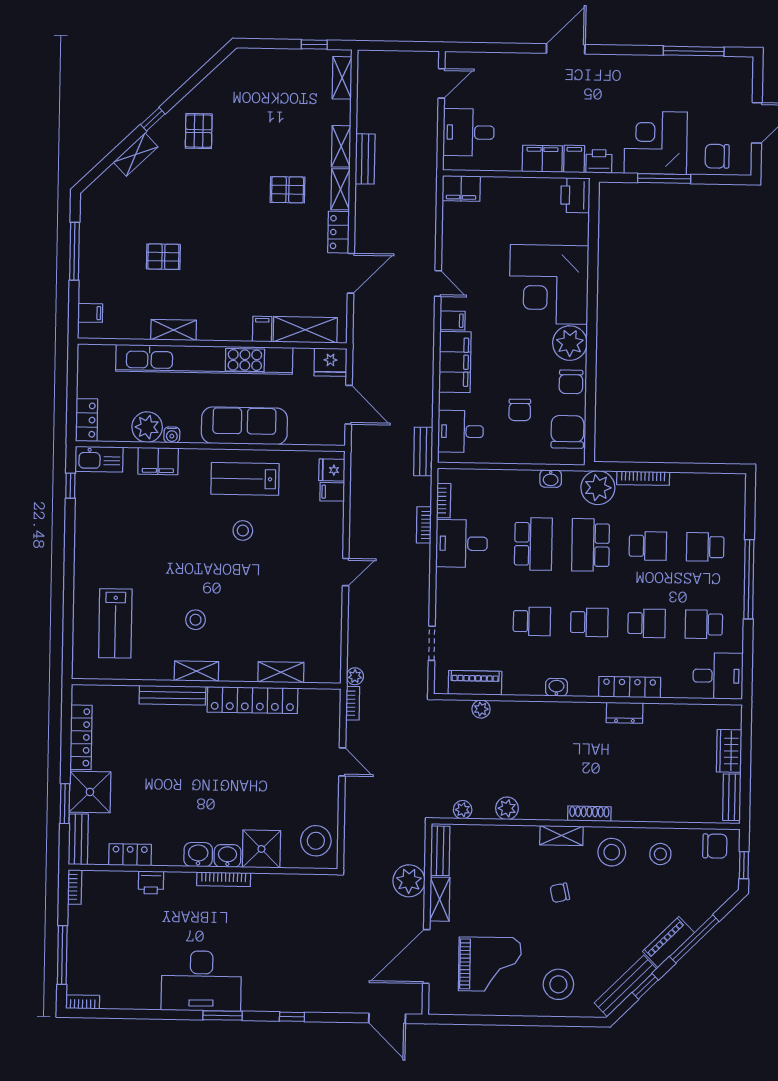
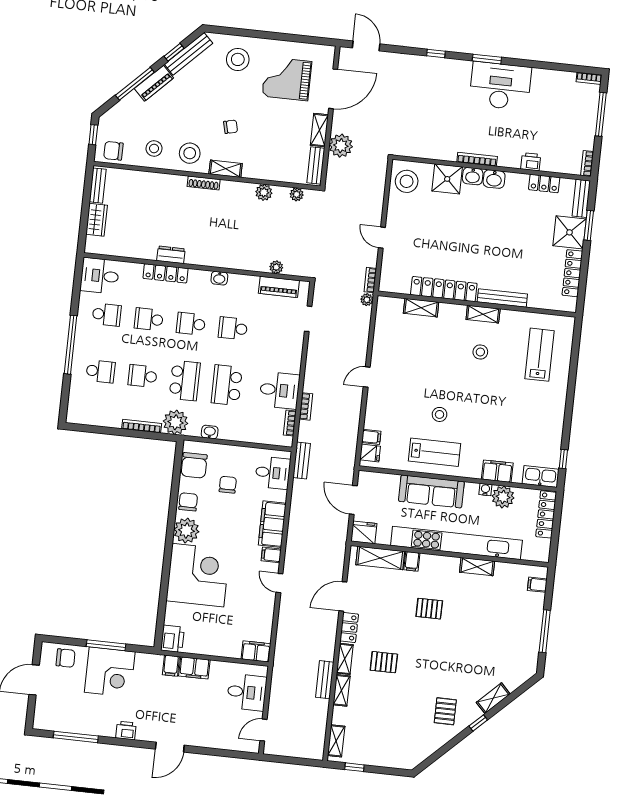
printer: (599, 161) -> (126, 730), moved, turned 180
pallet: (163, 257) -> (429, 609), moved
locker: (87, 420) -> (546, 514), width x1.53

